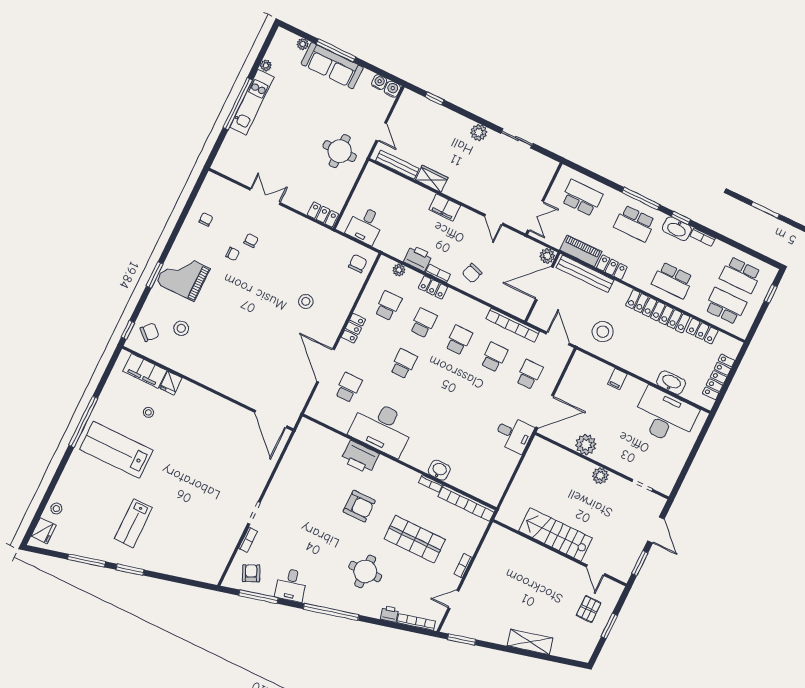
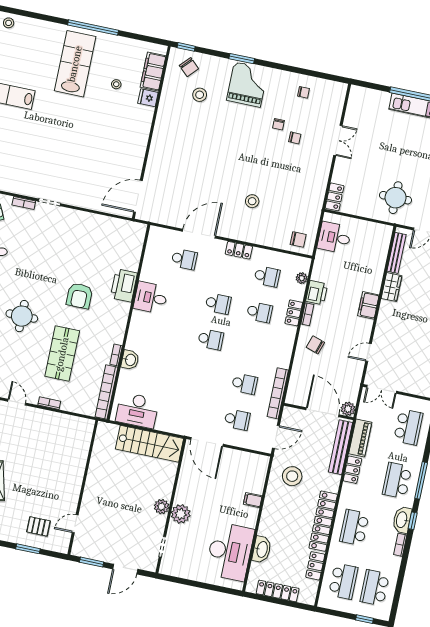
school desk: (459, 340) -> (211, 339), moved
desk: (382, 428) -> (151, 298), width x0.53, depth x0.77
desk: (514, 434) -> (137, 410), moved, width x1.37
plant: (586, 445) -> (181, 514), moved
stairs: (556, 535) -> (149, 444), moved, turned 90

